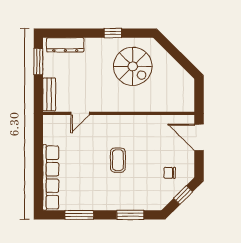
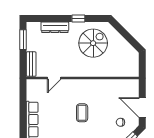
dresser: (65, 45) -> (55, 27), moved
spiral stairs: (133, 66) -> (93, 43), turned -90
door: (199, 137) -> (142, 108), moved

